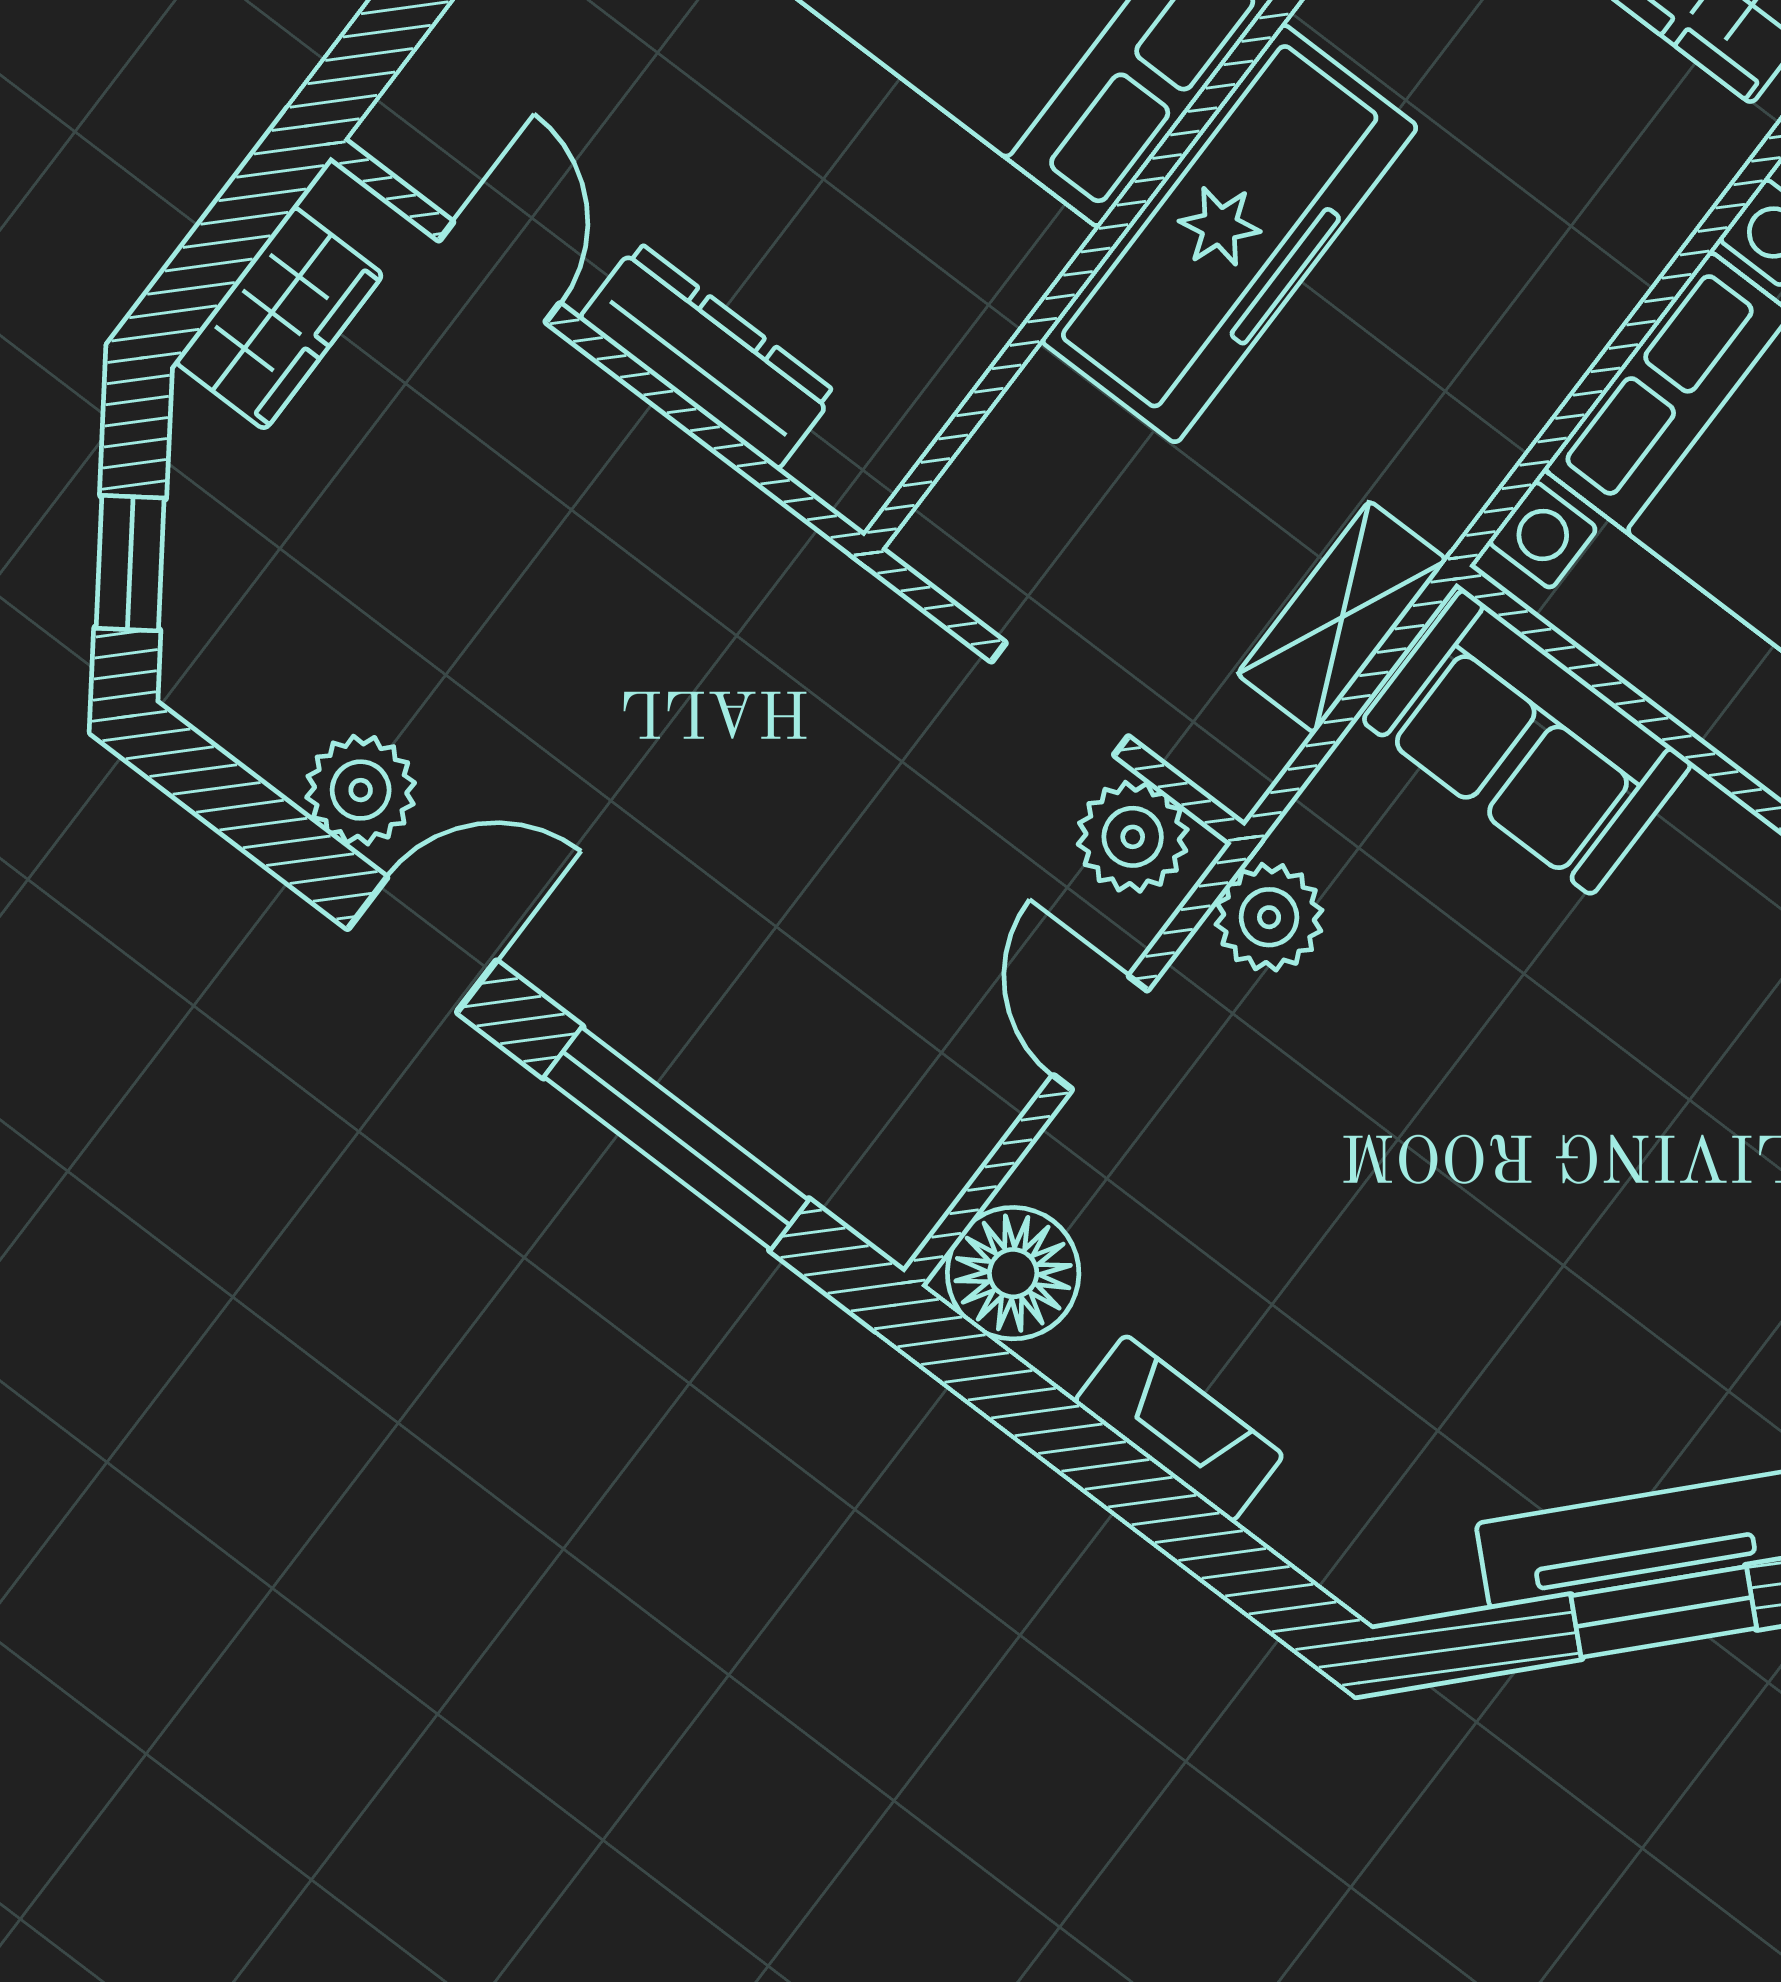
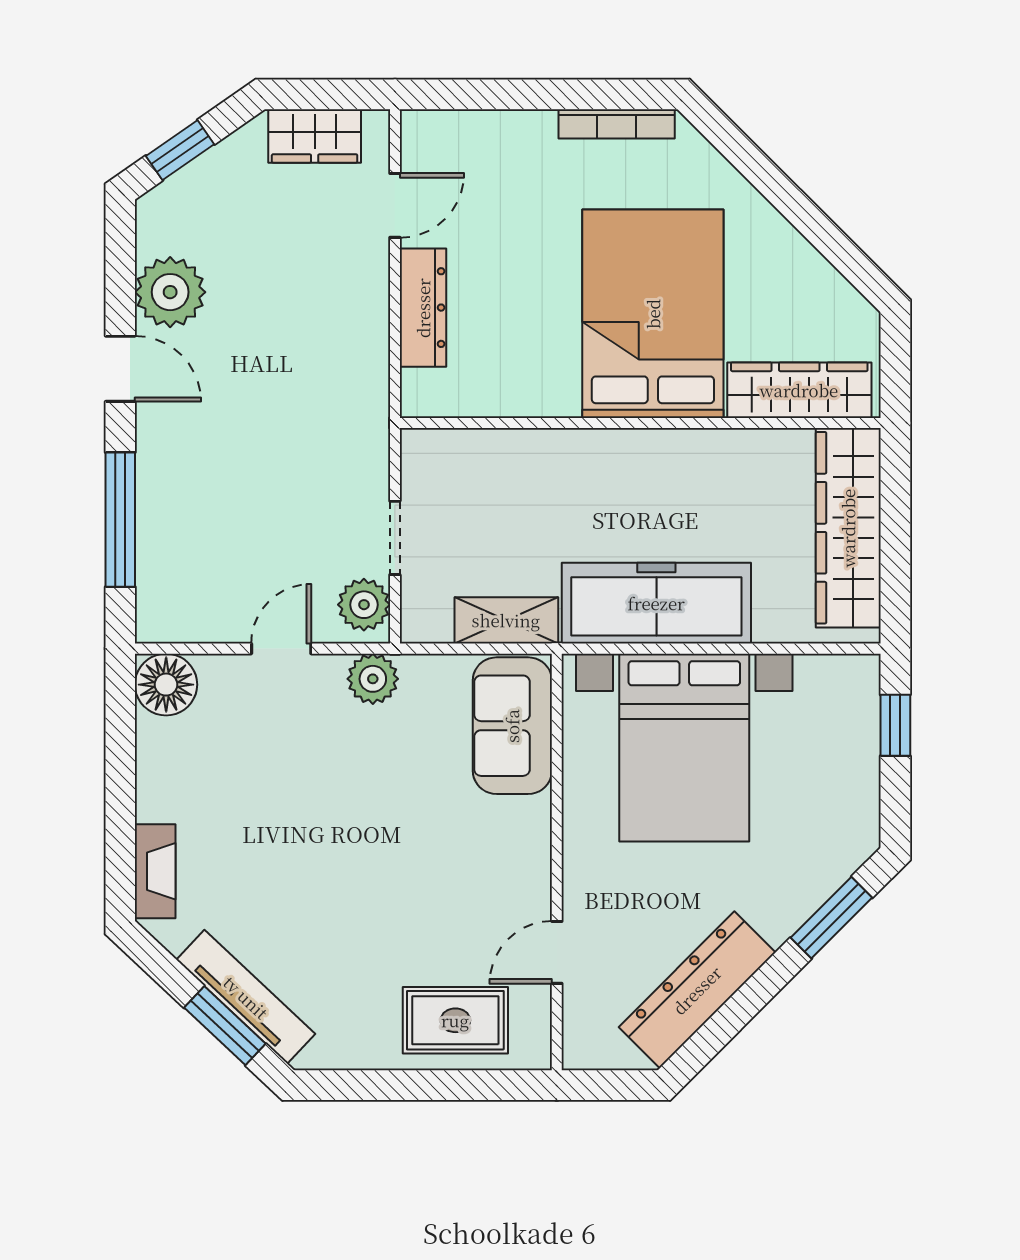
freezer: (1229, 234) -> (656, 603), moved, turned 180
plant: (361, 790) -> (170, 292), width x1.36, depth x1.36
fireplace: (1179, 1428) -> (155, 871), moved

